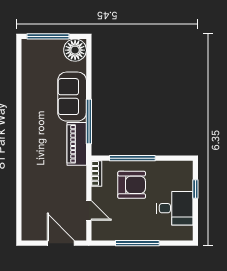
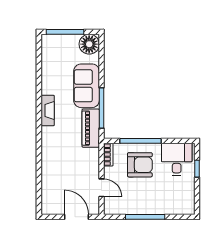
fireplace: (29, 124) -> (48, 110), added
desk: (175, 208) -> (177, 159), moved, turned -90

